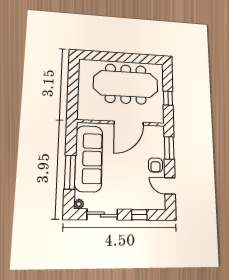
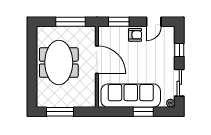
window: (73, 82) -> (60, 112), added
meeting table: (126, 84) -> (59, 63), width x0.73
window: (168, 98) -> (71, 22), width x2.17
window: (70, 172) -> (143, 112), width x0.69

